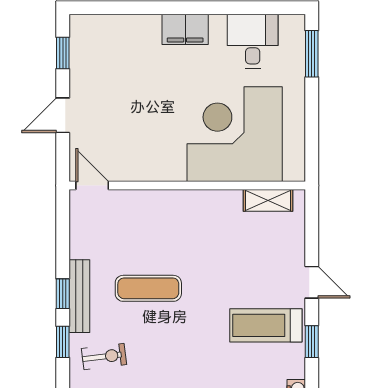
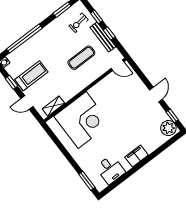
plant: (87, 36) -> (168, 128), added
corner desk: (235, 134) -> (82, 120), moved
door: (92, 186) -> (117, 65), moved
wall: (187, 186) -> (85, 90), moved
shelving: (268, 200) -> (53, 106), moved

